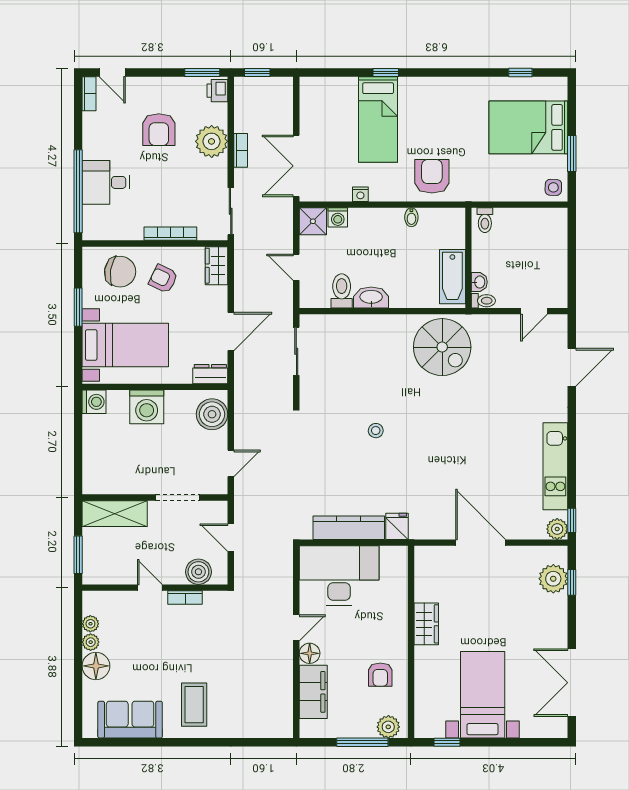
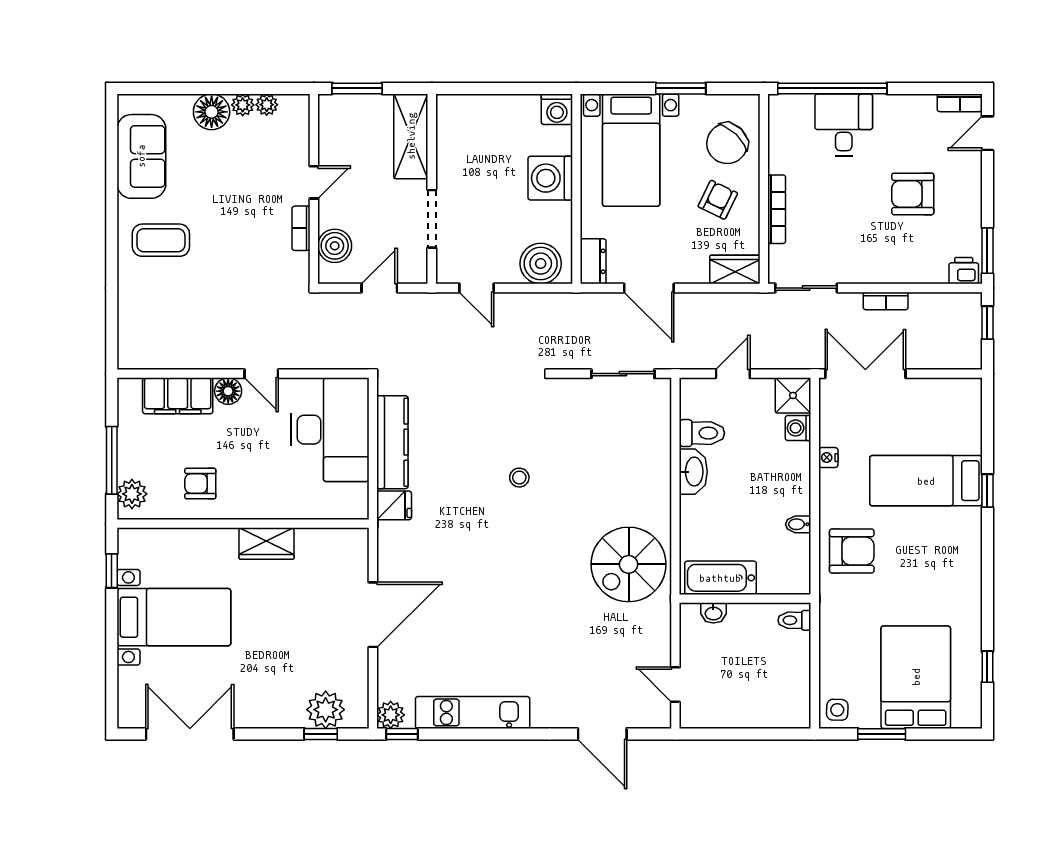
plant: (212, 141) -> (897, 263), removed
chair: (120, 272) -> (727, 143), turned 35
toilet: (483, 301) -> (689, 618), removed

